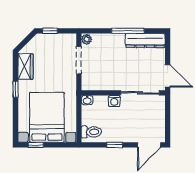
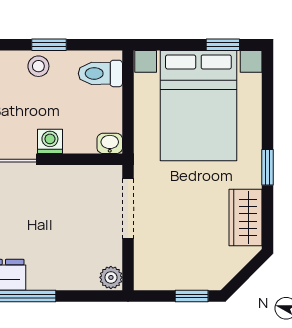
doorway: (79, 60) -> (128, 209), moved
stool: (119, 135) -> (38, 66), added

